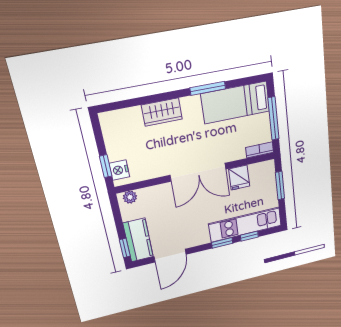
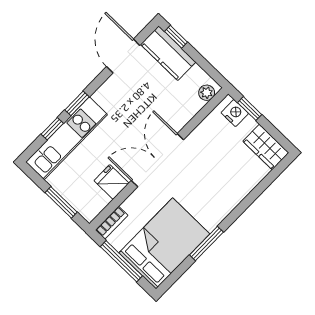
bed: (236, 103) -> (164, 243), width x1.50
wardrobe: (162, 112) -> (266, 147), moved, turned -90

